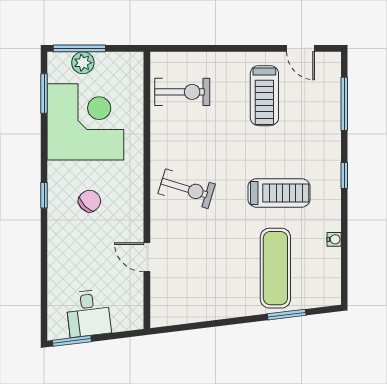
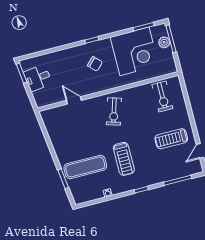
door: (147, 257) -> (74, 100), hinge flipped

